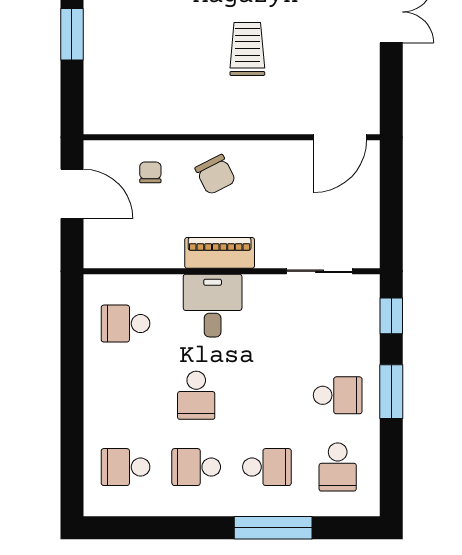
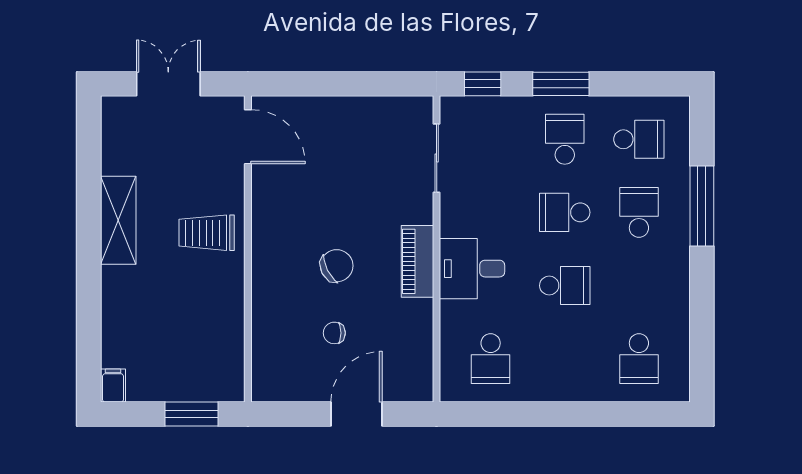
wall: (232, 137) -> (248, 249), moved
door: (340, 137) -> (248, 137), moved
school desk: (196, 467) -> (565, 212), moved, turned 90

